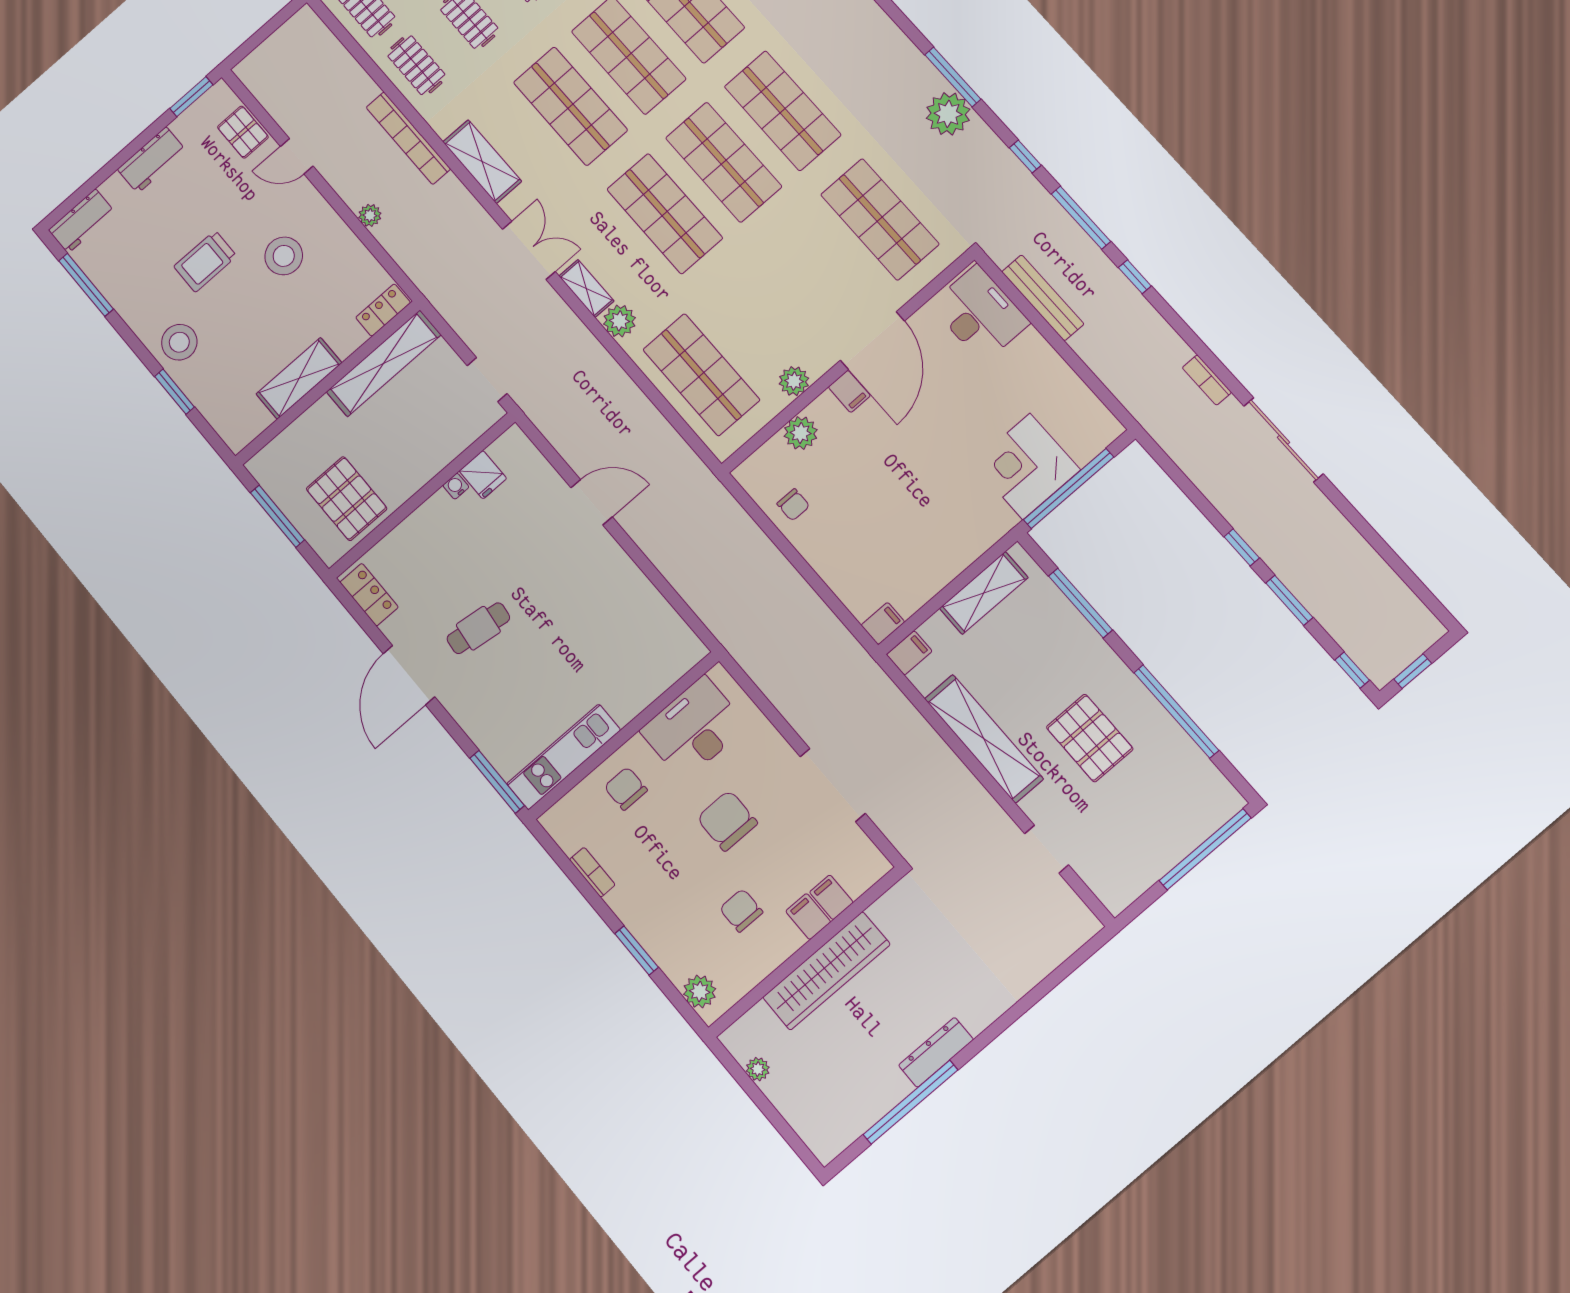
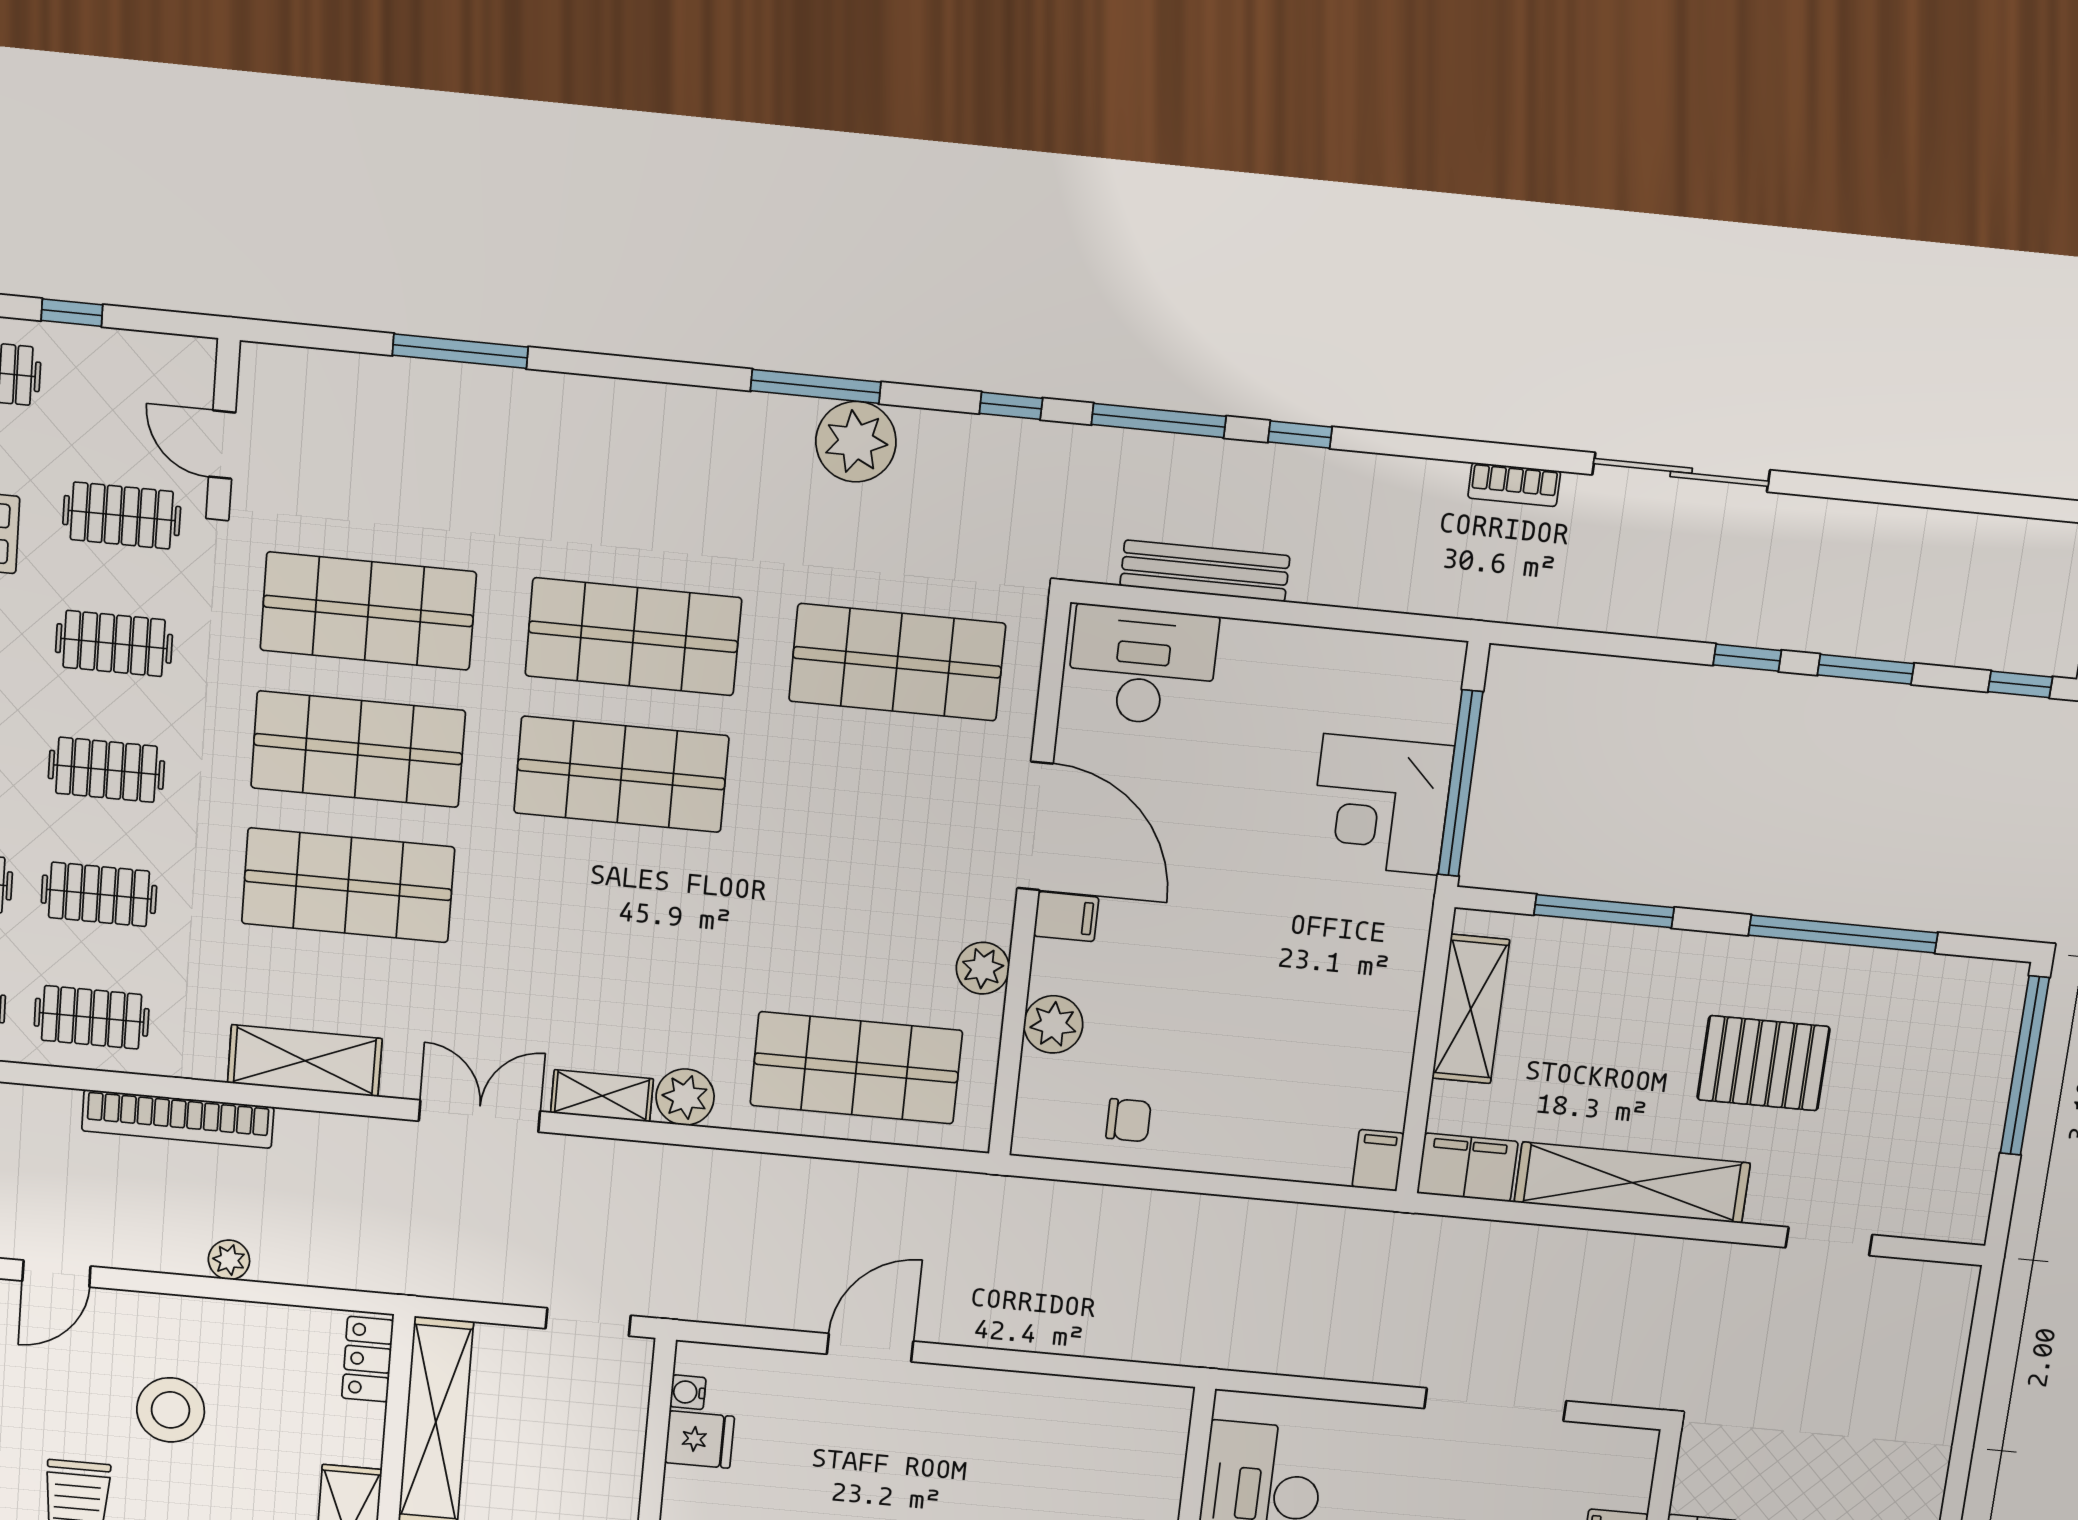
shop shelf: (665, 214) -> (610, 910), removed
water cooler: (456, 486) -> (688, 1392), moved
filing cabinet: (909, 653) -> (1468, 1167), width x2.00

